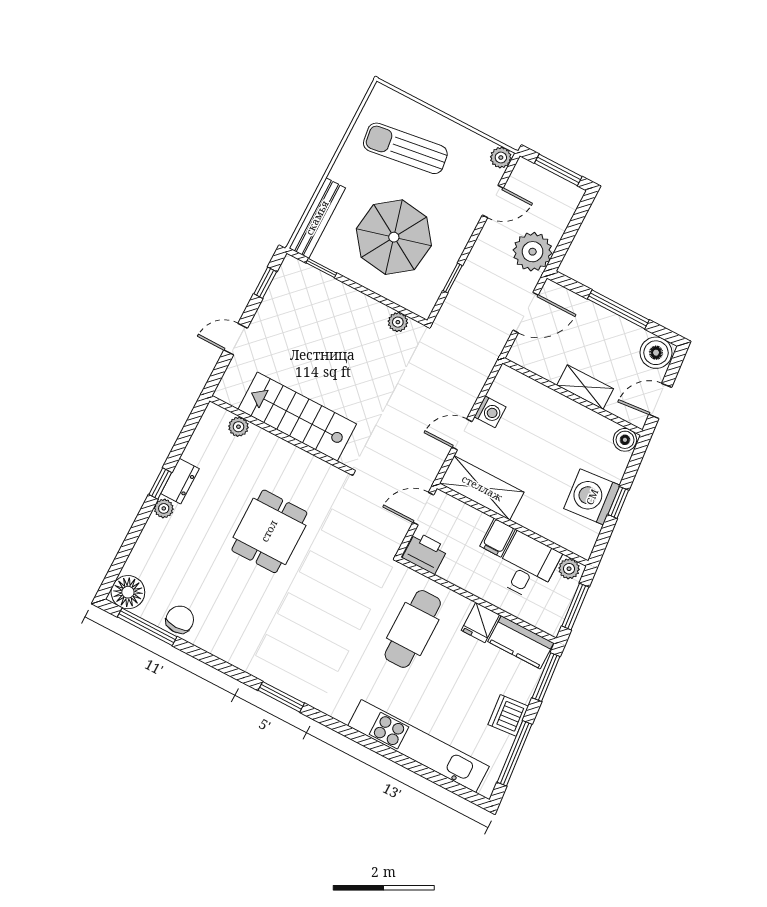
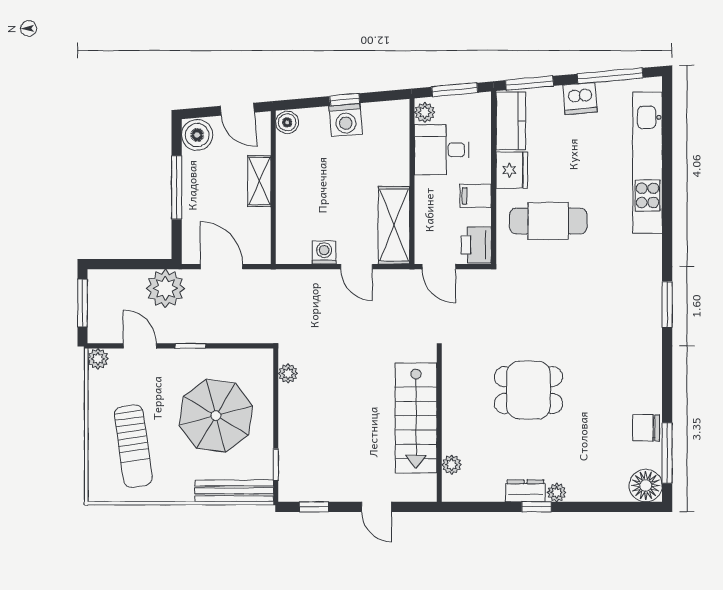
window: (453, 278) -> (190, 346), moved
washing machine: (592, 497) -> (346, 120), width x0.73, depth x0.73
filing cabinet: (498, 538) -> (476, 196), moved, turned 180
fridge: (480, 623) -> (512, 170), width x1.38

